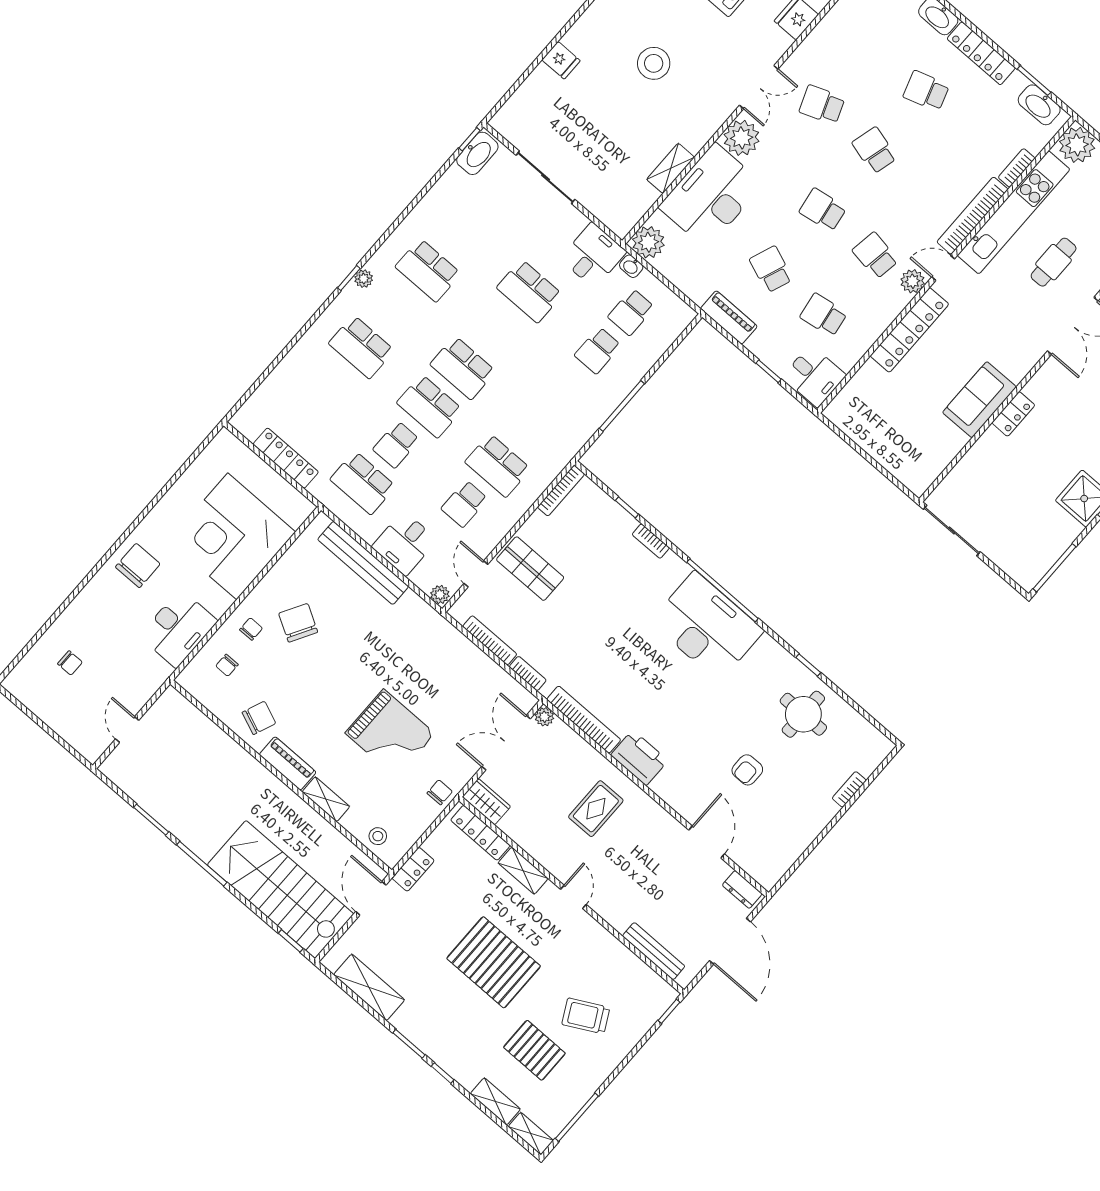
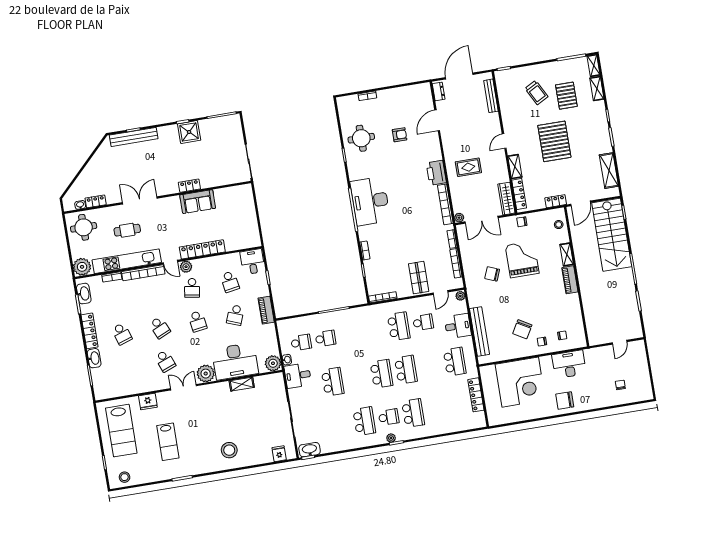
fridge: (561, 60) -> (279, 454), moved
stool: (654, 63) -> (229, 450), moved
school desk: (875, 150) -> (160, 328), turned -39
school desk: (396, 445) -> (389, 417), moved
chair: (259, 718) -> (492, 274), moved
wardrobe: (486, 802) -> (506, 199), width x1.50

